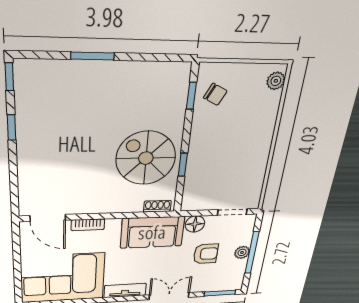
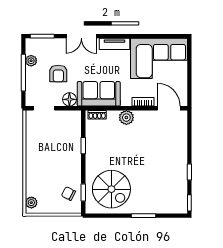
spiral stairs: (146, 158) -> (111, 189), moved
plant: (114, 204) -> (126, 118), added
plant: (242, 252) -> (31, 61), moved
armchair: (206, 254) -> (58, 74), turned -90

